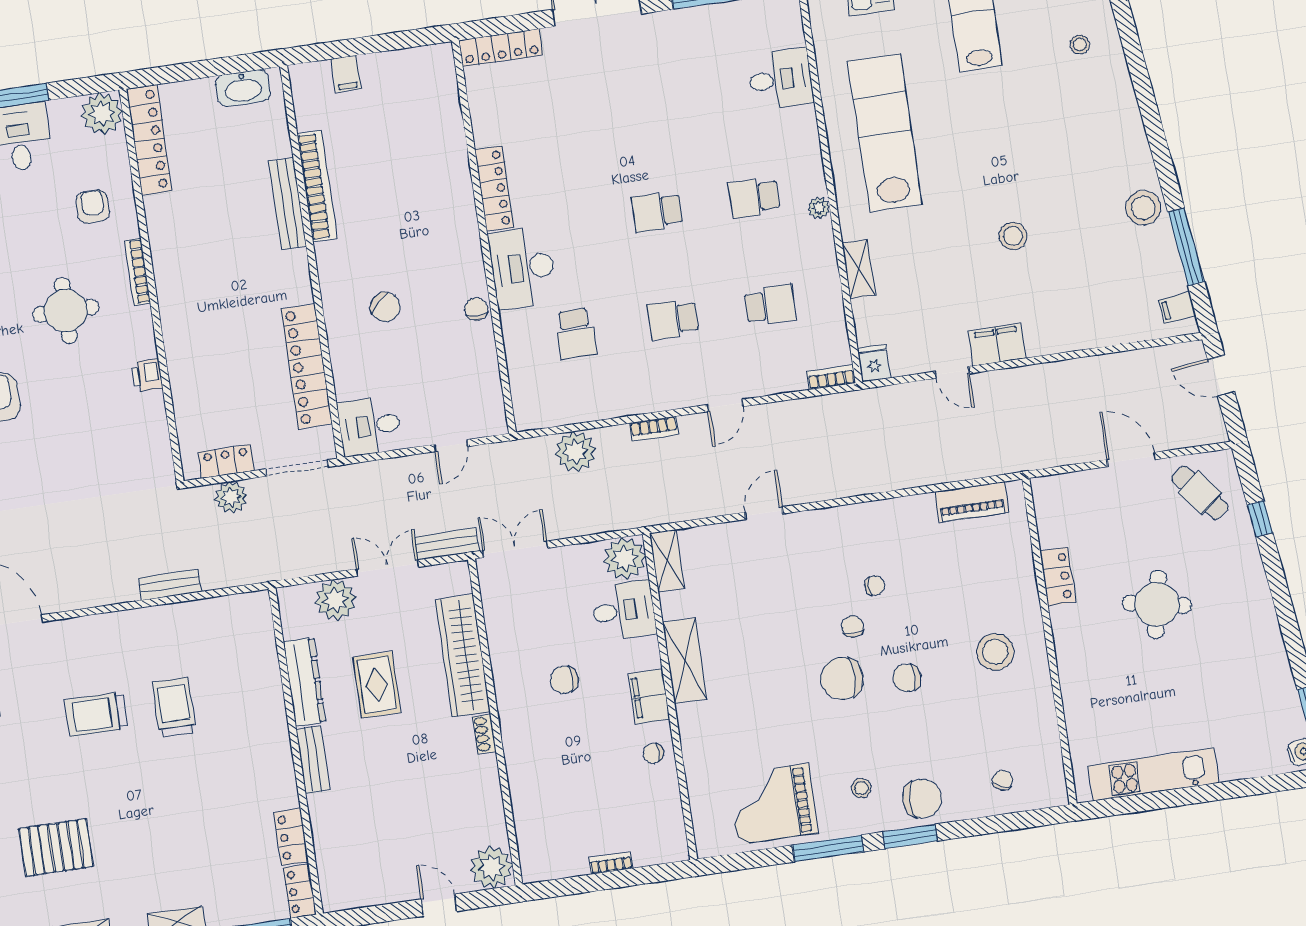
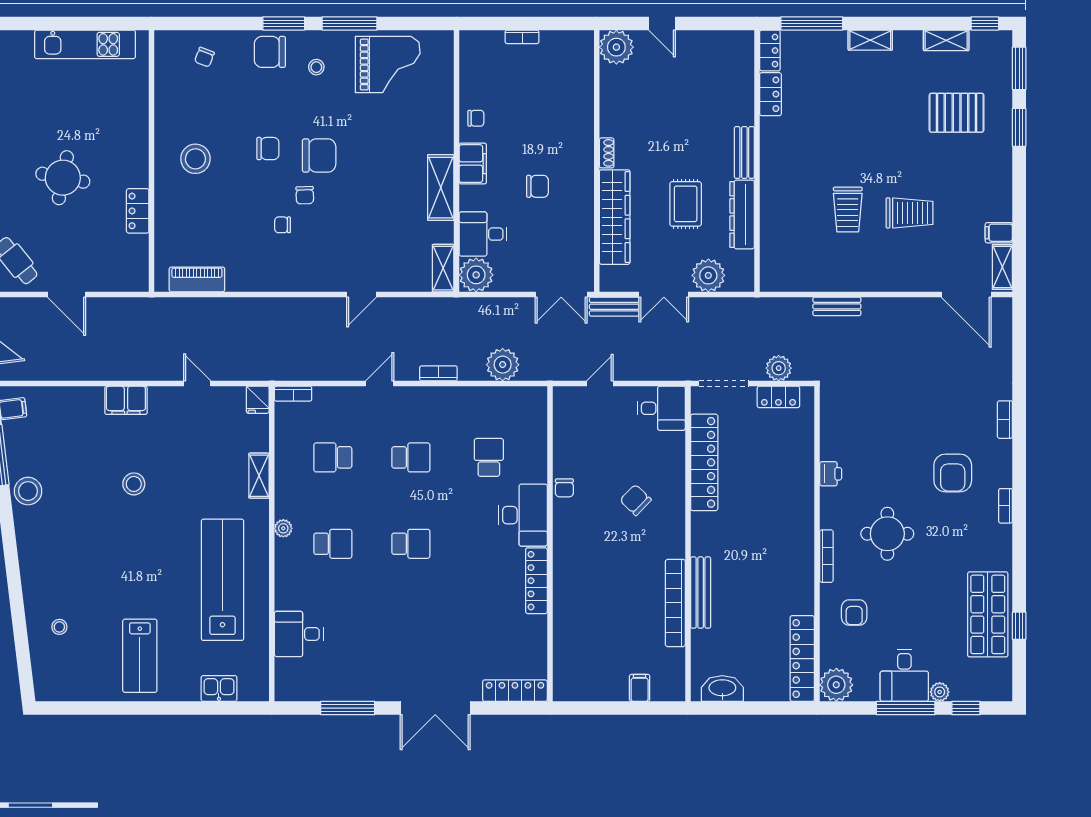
lab bench: (885, 133) -> (222, 580), turned 180
filing cabinet: (997, 345) -> (126, 400), moved

